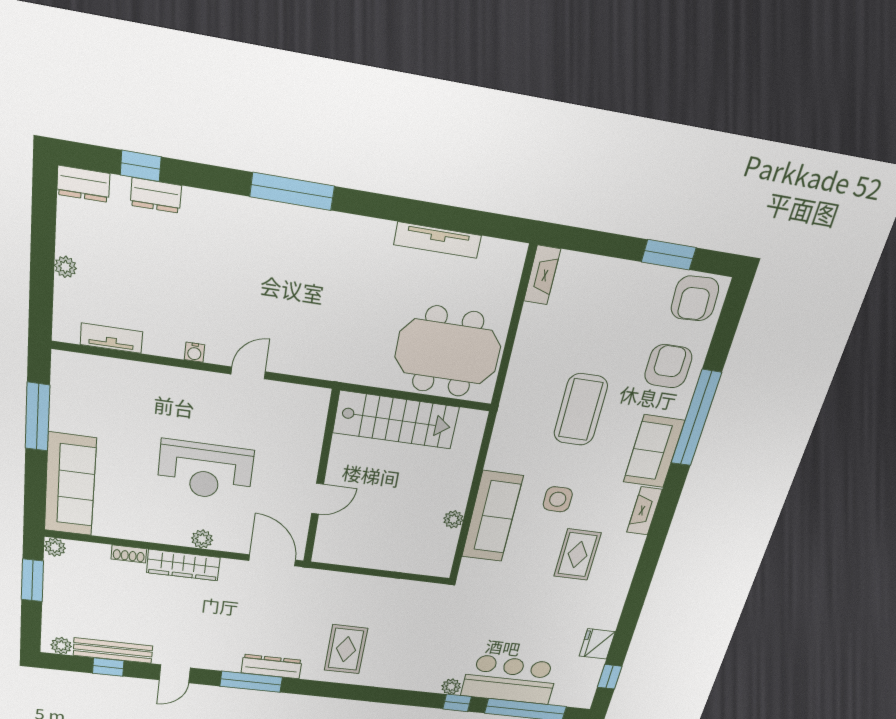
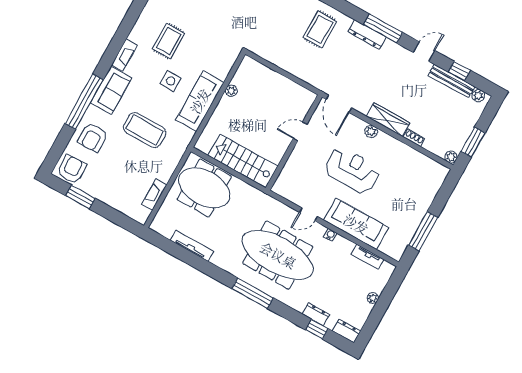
fireplace: (542, 275) -> (154, 195), moved
meeting table: (274, 281) -> (278, 255), added
coffee table: (581, 410) -> (145, 130), turned 90
sofa: (70, 485) -> (356, 224), moved, turned 90
sofa: (492, 517) -> (200, 101), moved

